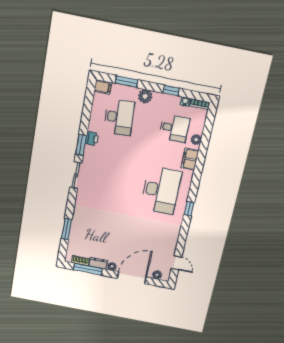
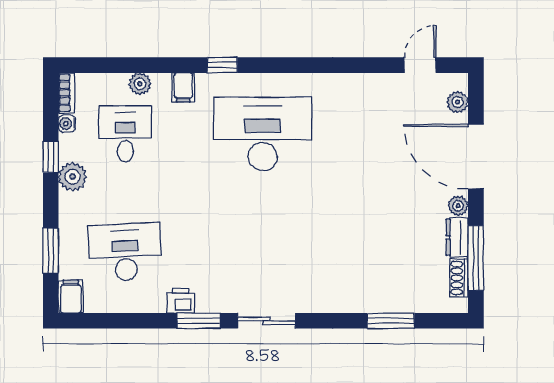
plant: (145, 96) -> (73, 177), moved
filing cabinet: (190, 159) -> (183, 87), width x0.50
window: (189, 209) -> (222, 65), moved

